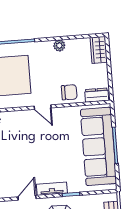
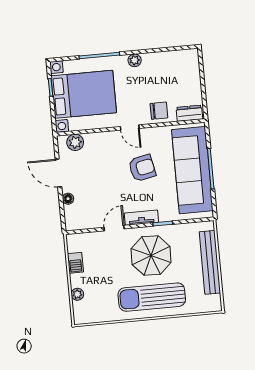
plant: (59, 46) -> (135, 60), moved
wardrobe: (99, 50) -> (191, 63), removed
armchair: (53, 144) -> (142, 168), added

